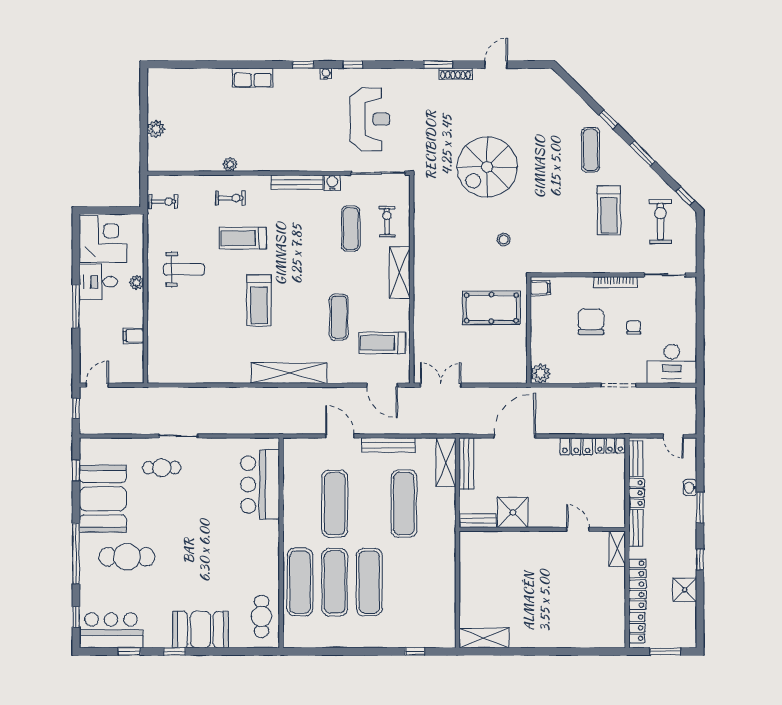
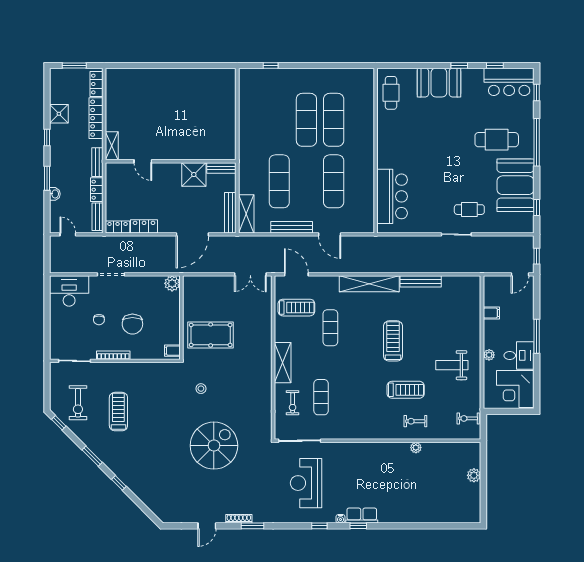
row of seats: (253, 78) -> (362, 516), moved
exercise mat: (591, 150) -> (133, 459), removed
bench: (297, 182) -> (421, 281), moved
water cooler: (332, 183) -> (335, 433), removed
exercise mat: (300, 582) -> (361, 120), removed
shelving: (484, 638) -> (216, 76), removed

